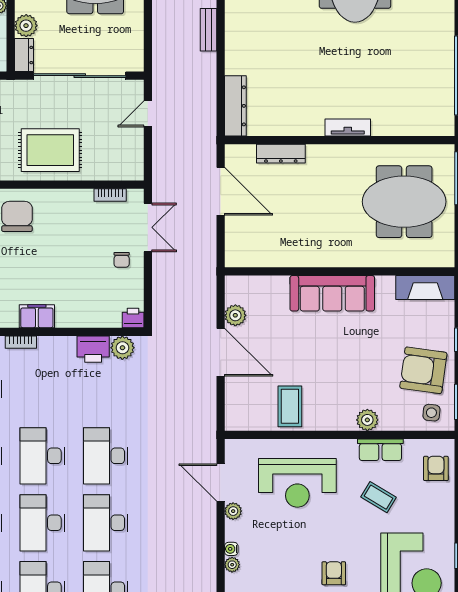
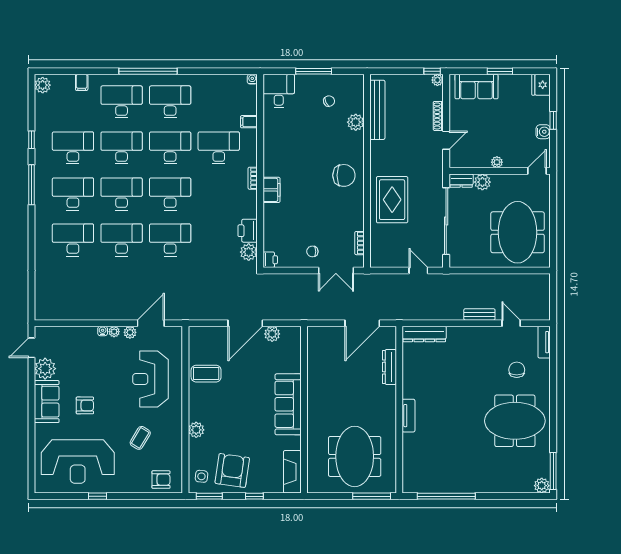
row of seats: (380, 450) -> (175, 439), removed
plant: (232, 565) -> (114, 332), moved

